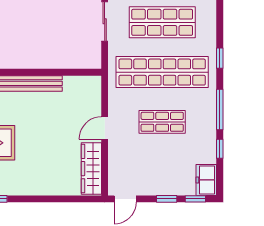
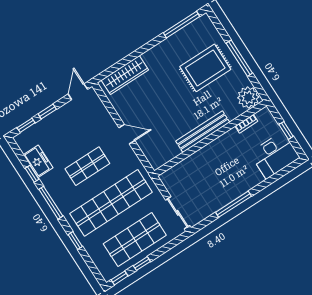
door: (105, 128) -> (127, 134), hinge flipped
wardrobe: (91, 169) -> (125, 75), moved, turned 90
freezer: (206, 180) -> (38, 161), moved

